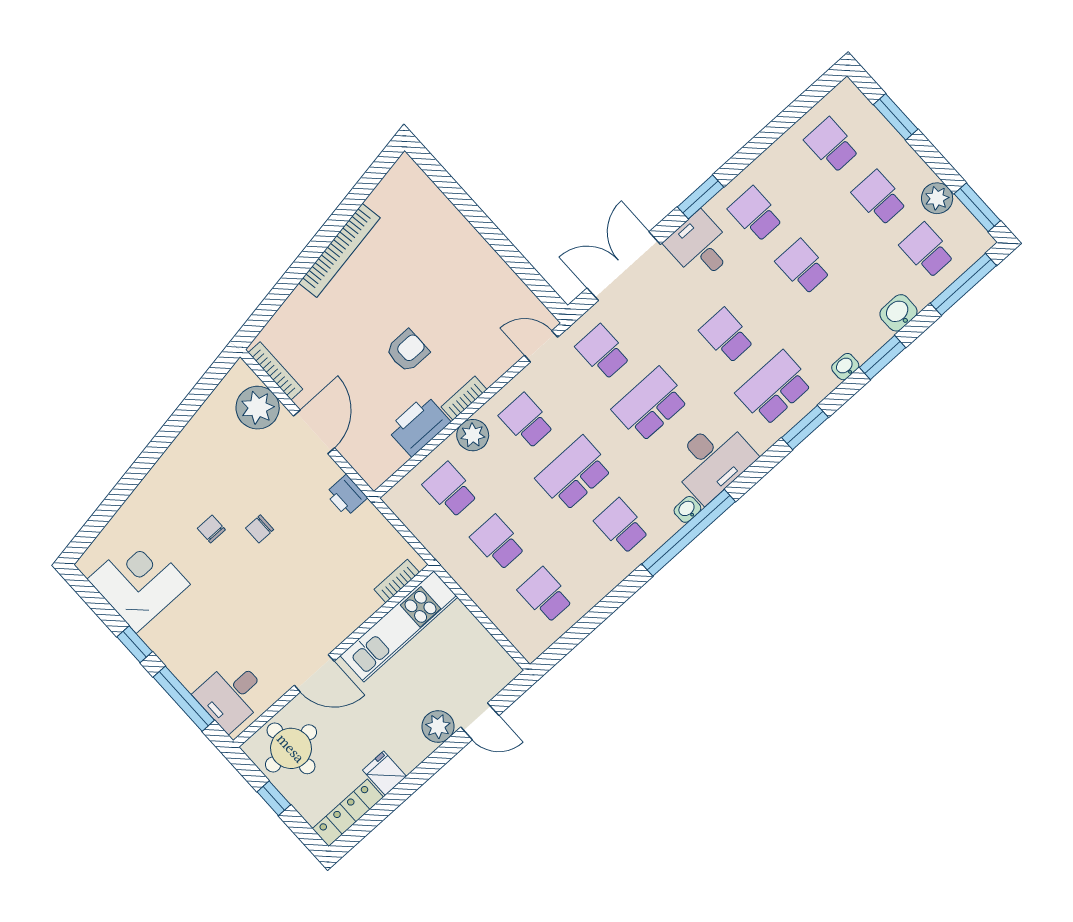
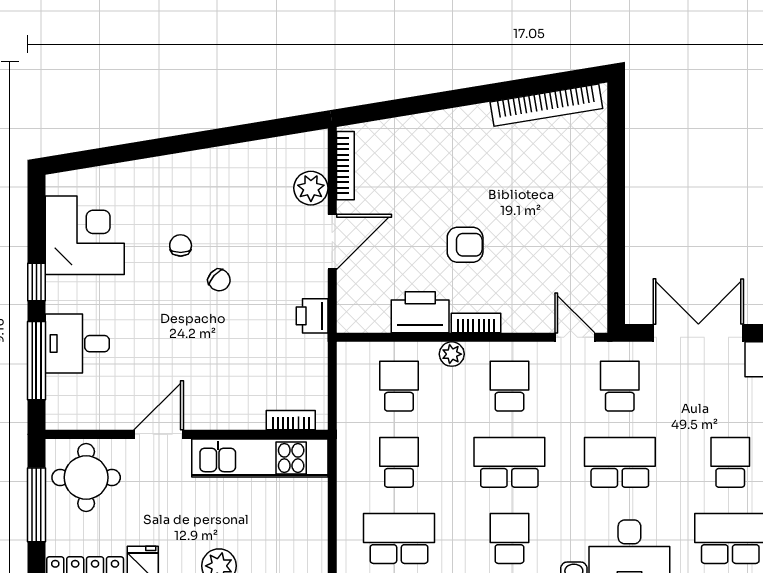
bookcase: (339, 250) -> (546, 105), moved
plant: (258, 408) -> (311, 188), width x0.73, depth x0.73
plant: (473, 435) -> (452, 354), width x0.73, depth x0.73
chair: (260, 529) -> (219, 280), turned -138
school desk: (545, 595) -> (399, 539), width x1.85
door: (314, 673) -> (159, 434), swing flipped
desk: (232, 695) -> (77, 344), moved
window: (274, 798) -> (36, 505), width x2.17

